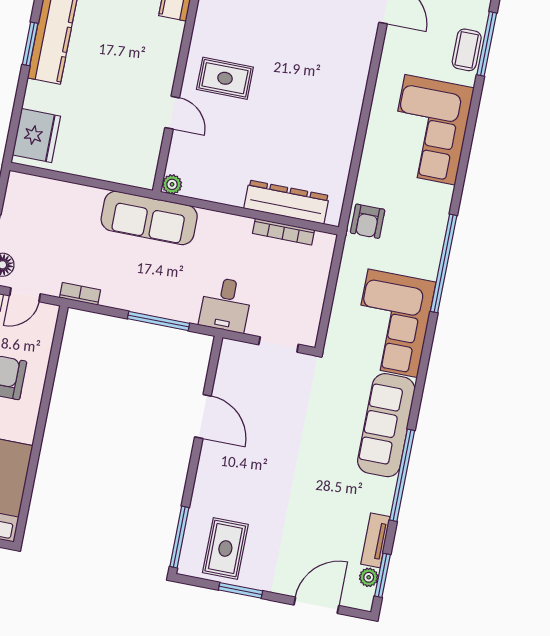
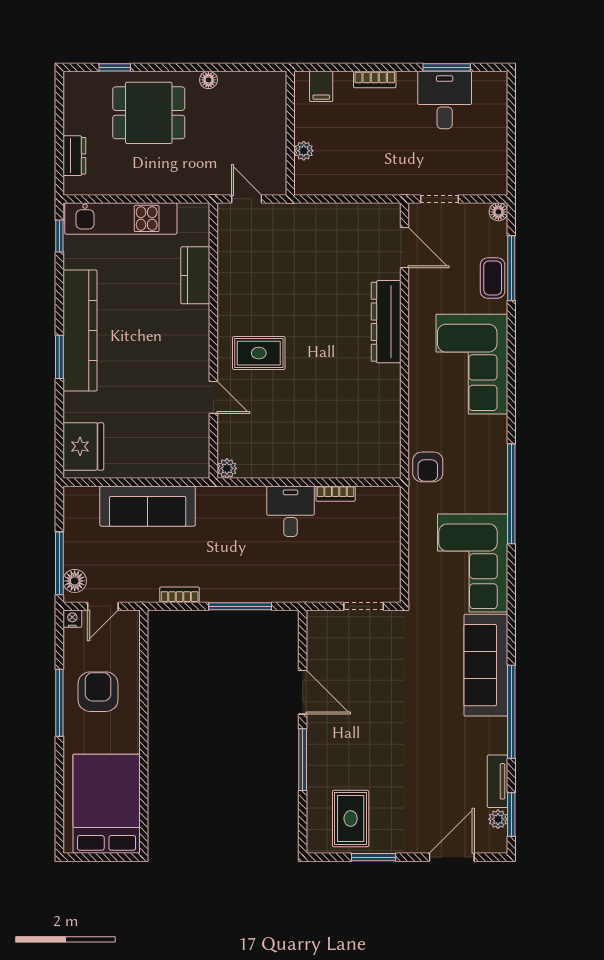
dresser: (286, 202) -> (386, 322), moved, turned -90
sofa: (149, 218) -> (148, 506), moved
bookcase: (283, 232) -> (336, 494), width x0.64
bookcase: (80, 294) -> (180, 595), moved
desk: (226, 305) -> (291, 511), moved, turned 180
window: (179, 537) -> (303, 760), moved

